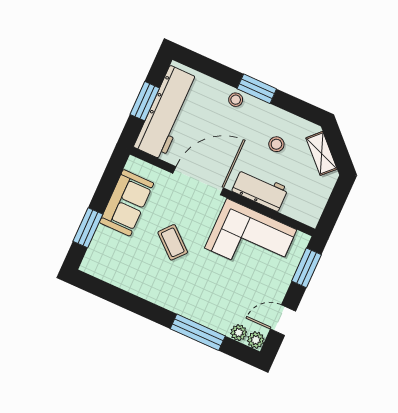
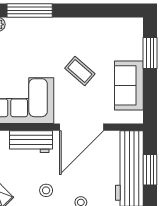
stool: (276, 144) -> (46, 190), moved

